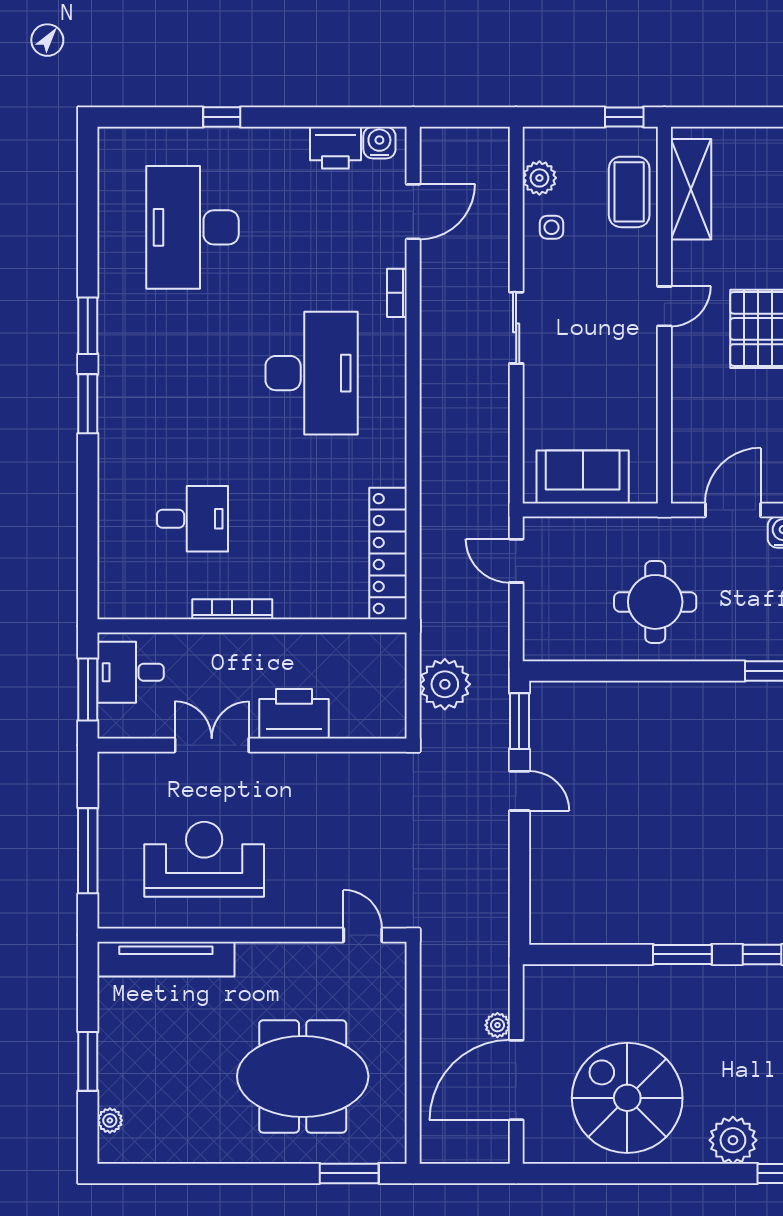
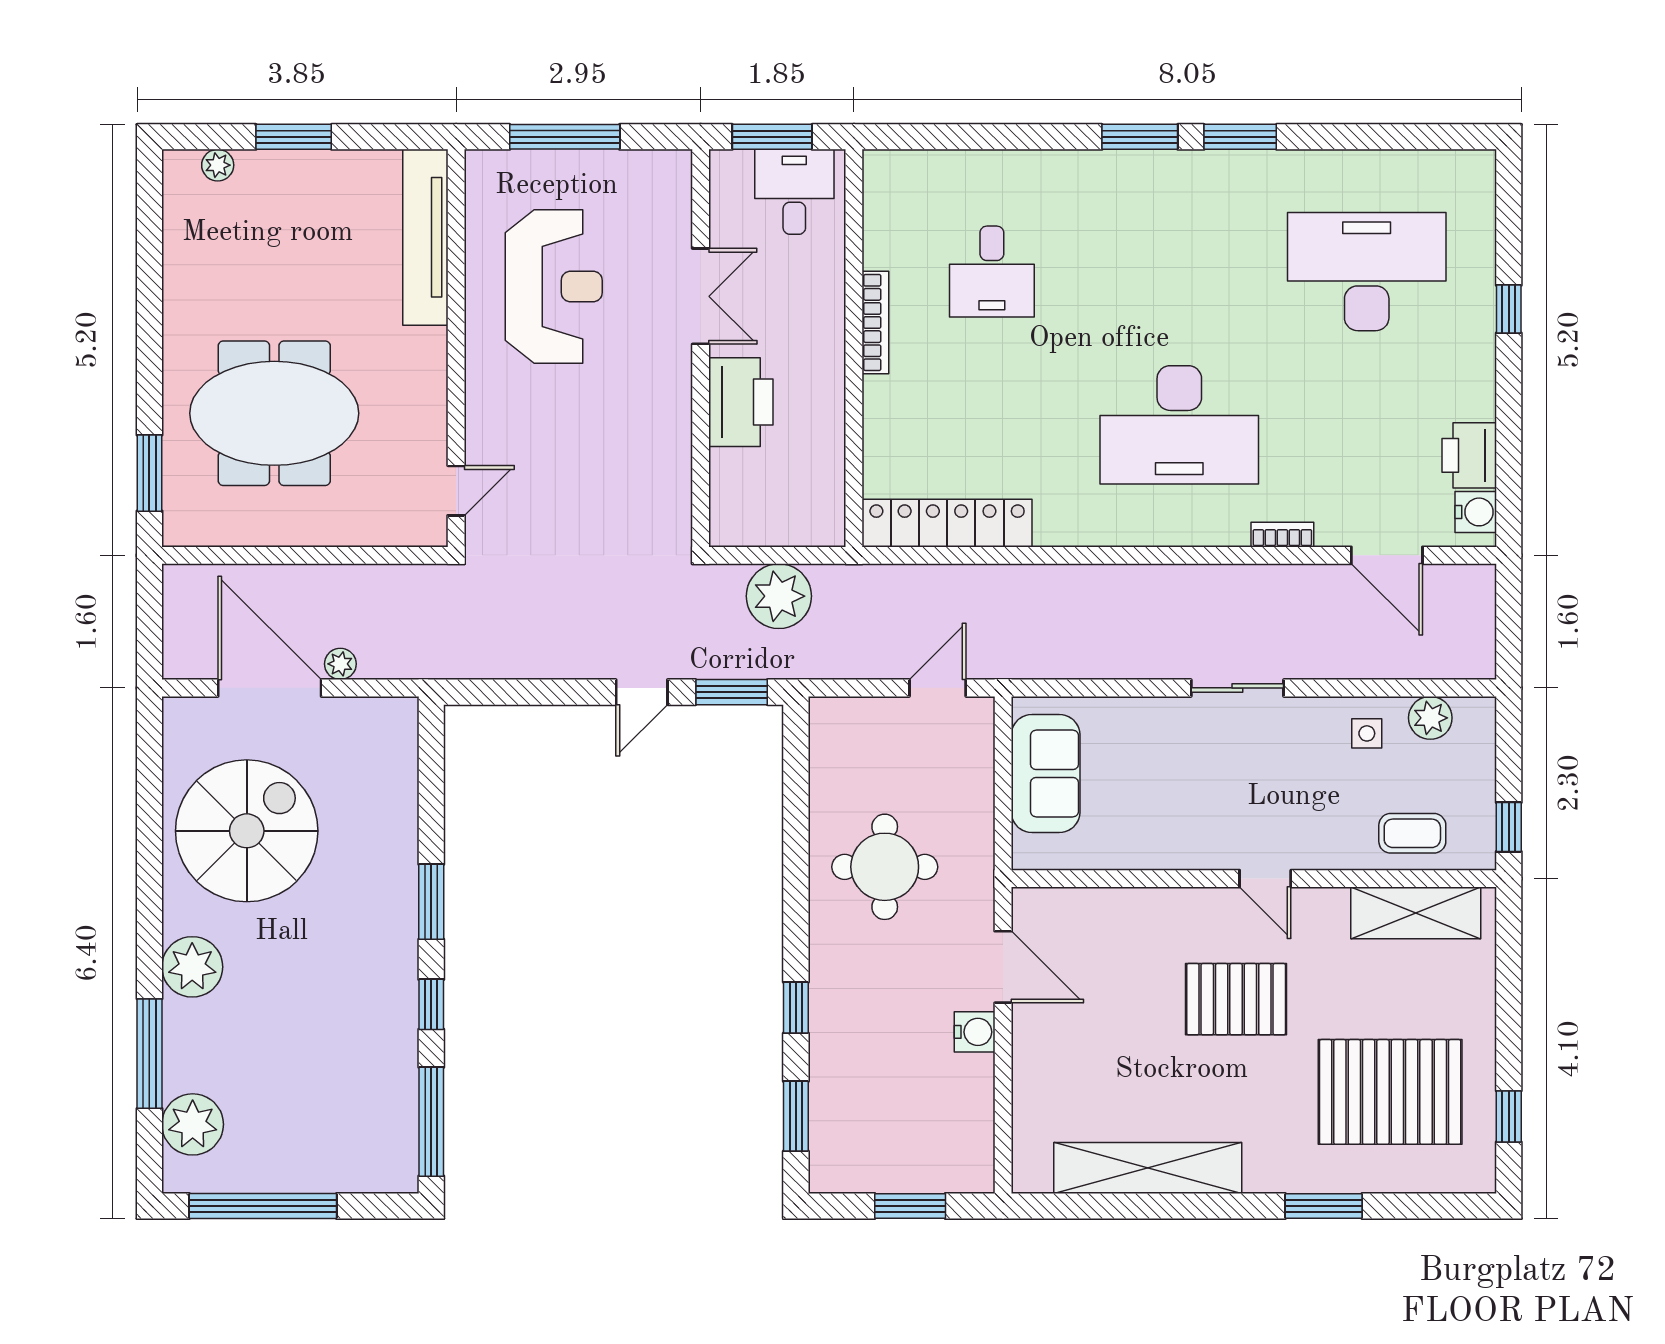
coffee table: (629, 192) -> (1412, 833), width x0.73, depth x0.77
meeting table: (303, 1076) -> (274, 413), turned 90

